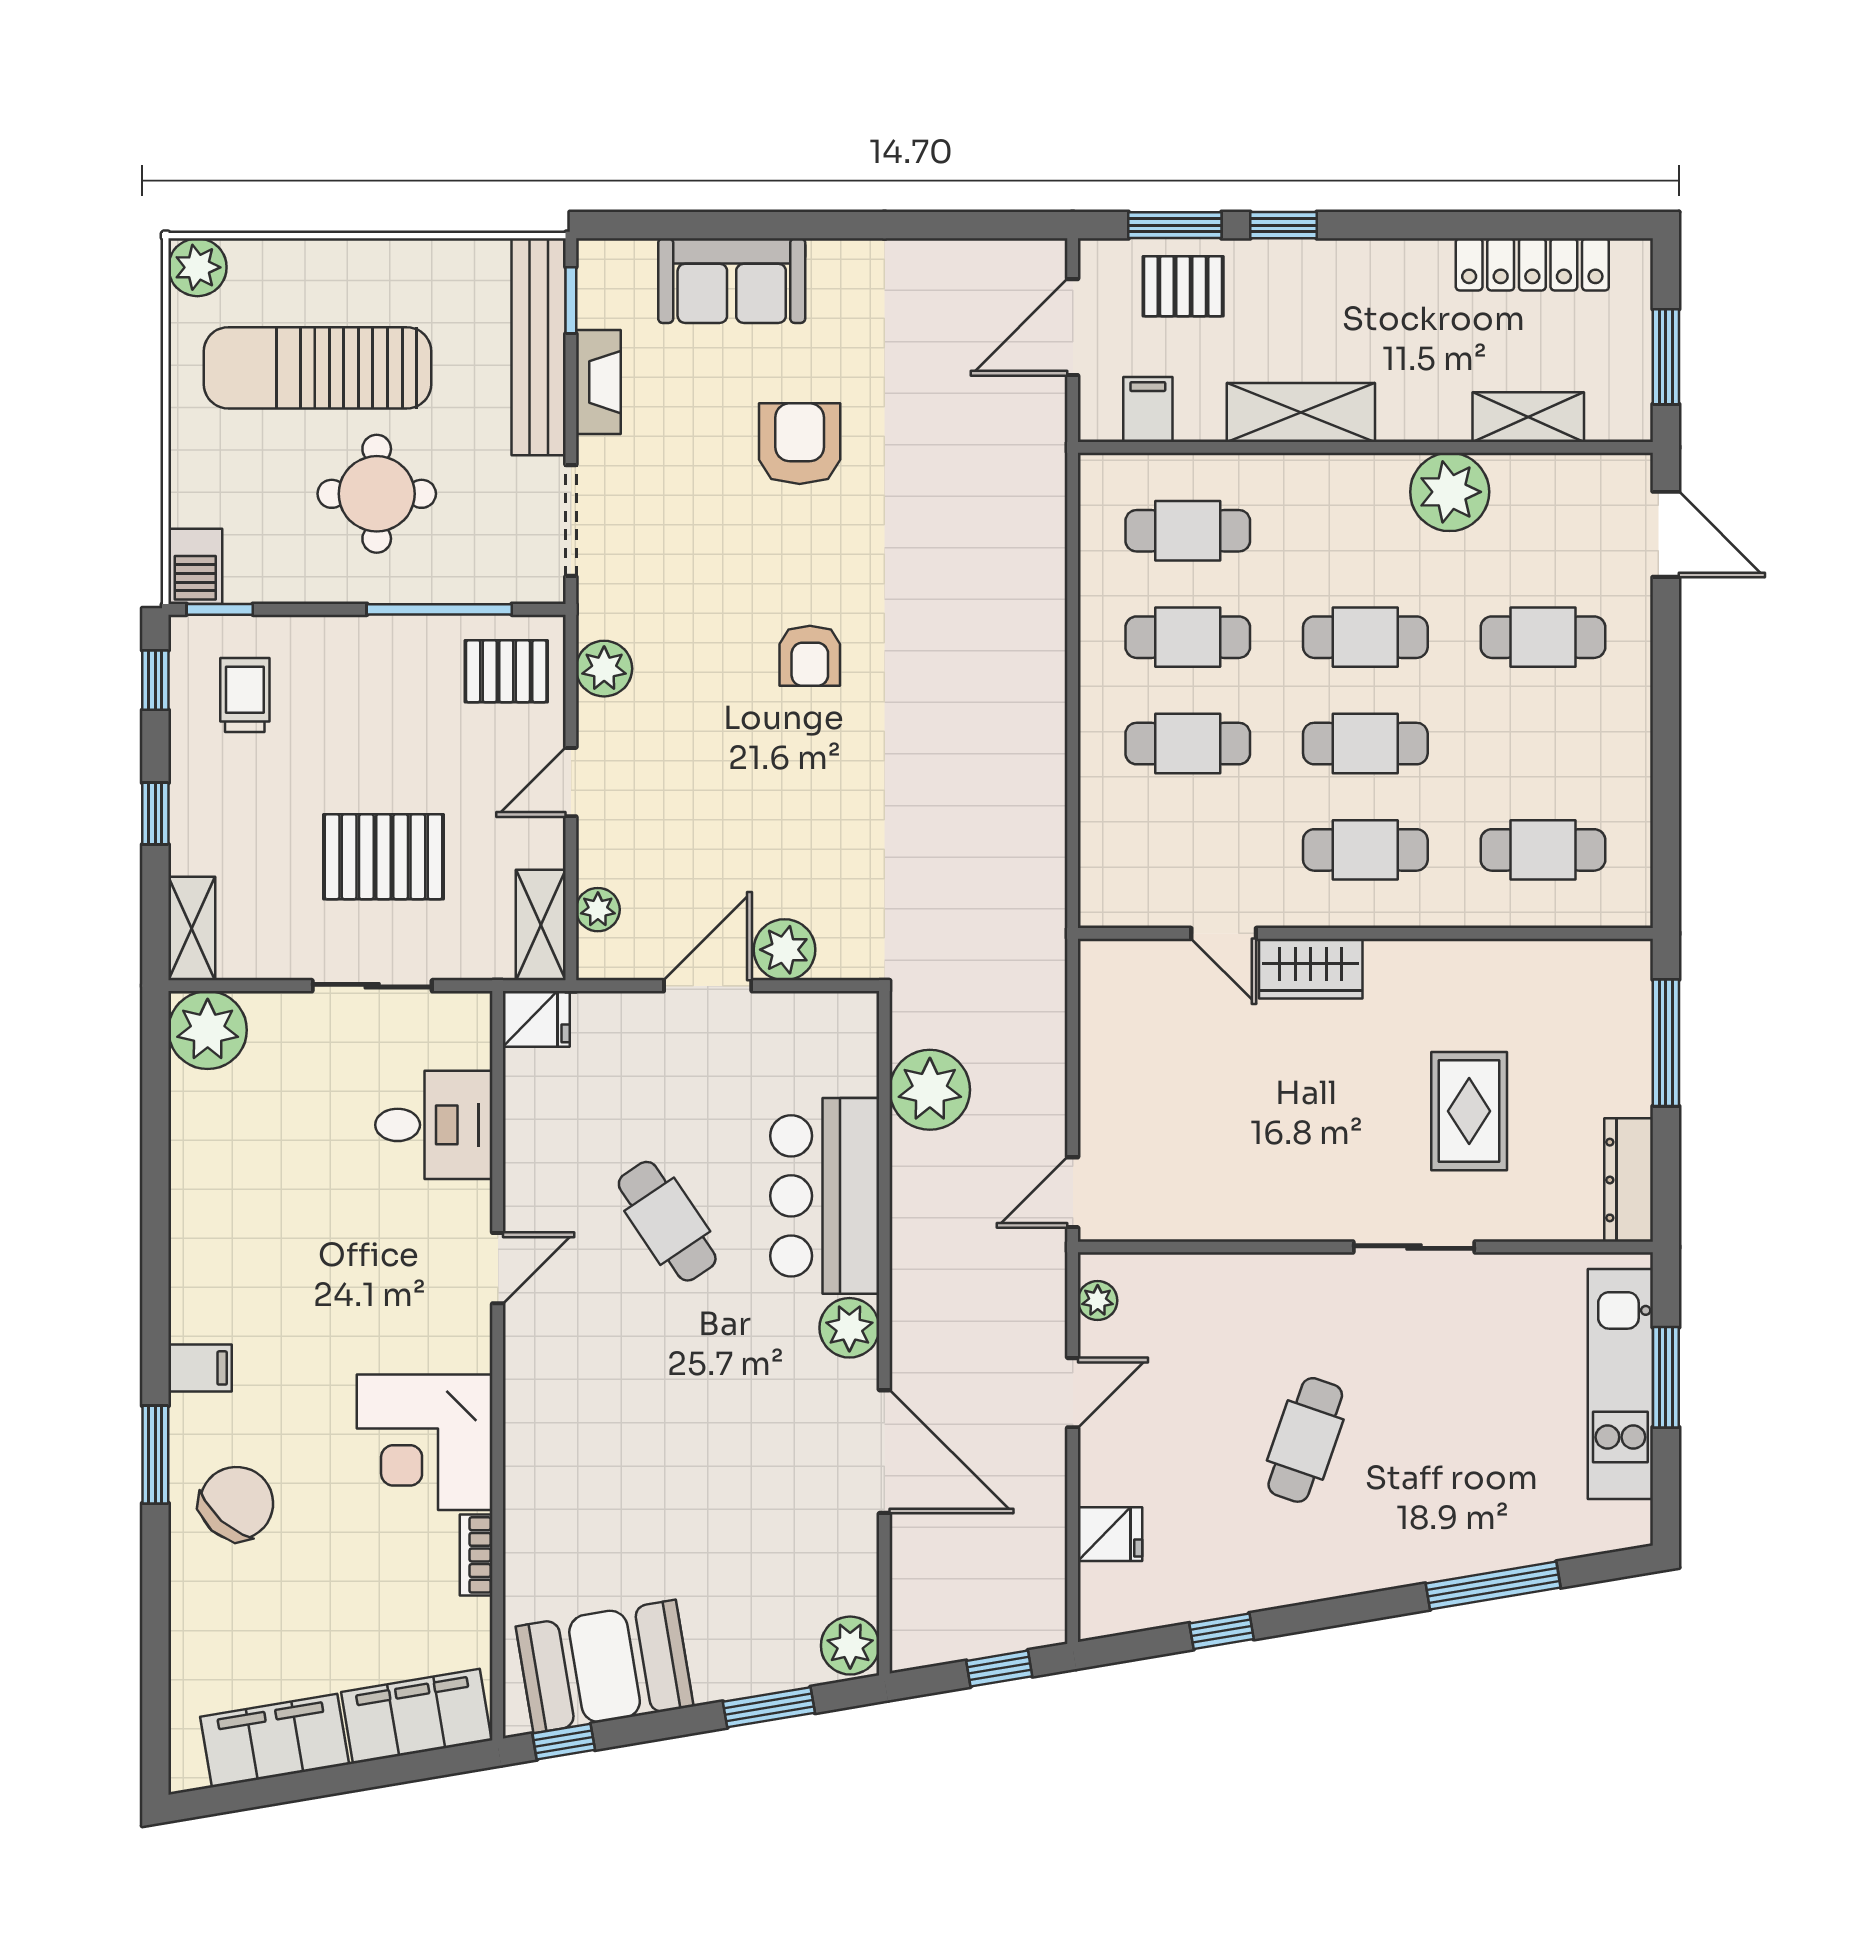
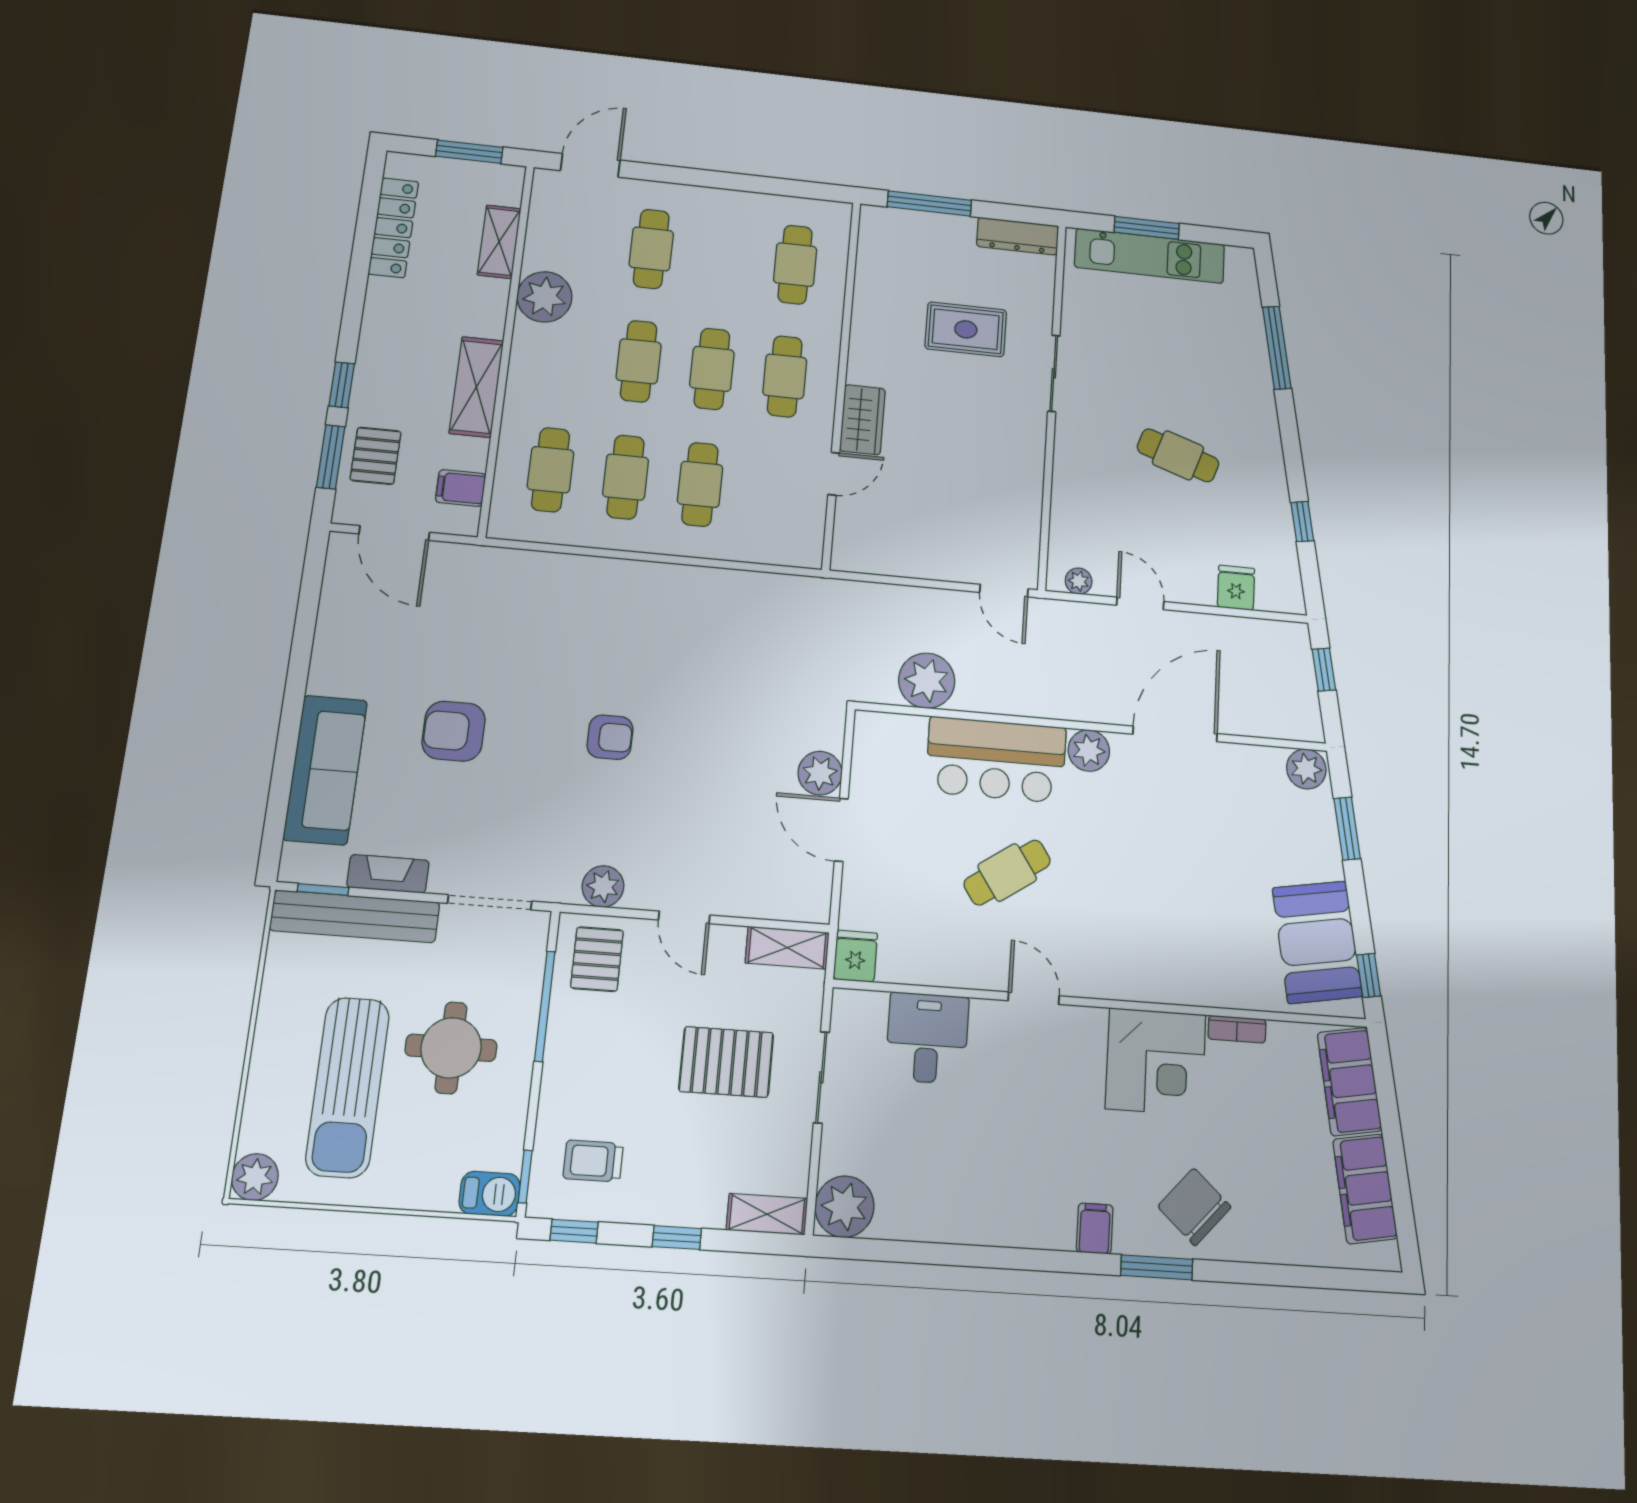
sofa: (732, 281) -> (325, 770), width x1.36
pallet: (384, 857) -> (726, 1062), turned 90
plant: (598, 910) -> (780, 905), removed

